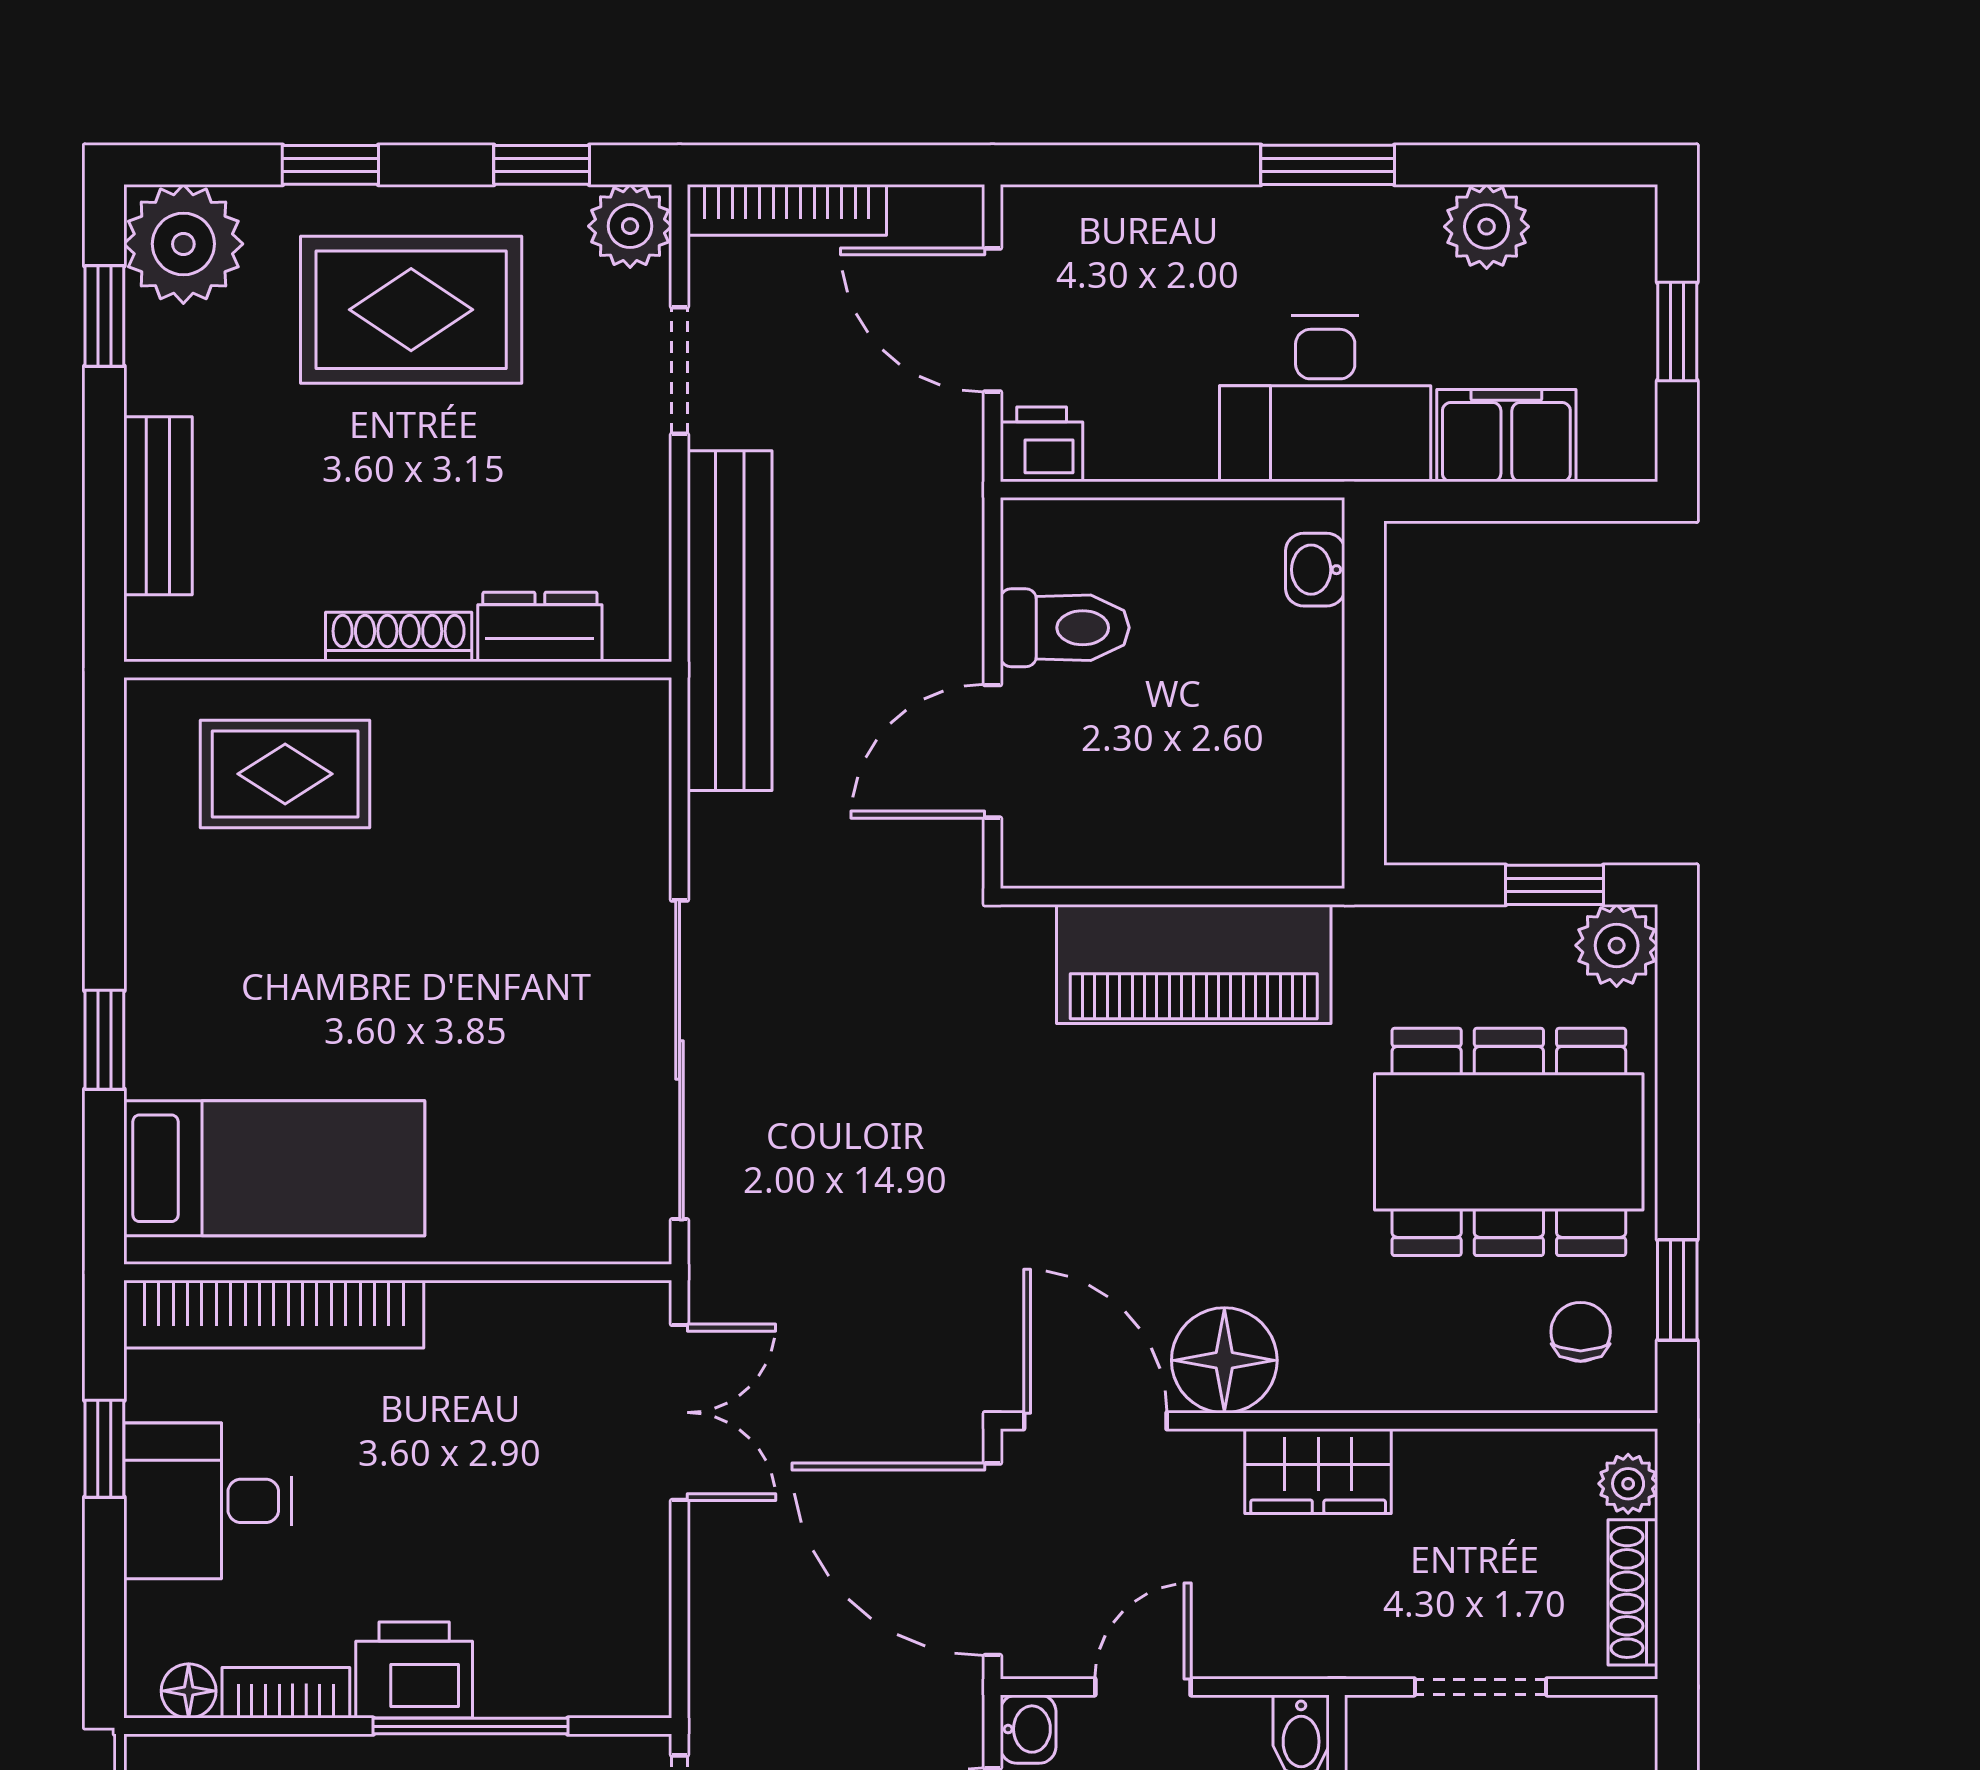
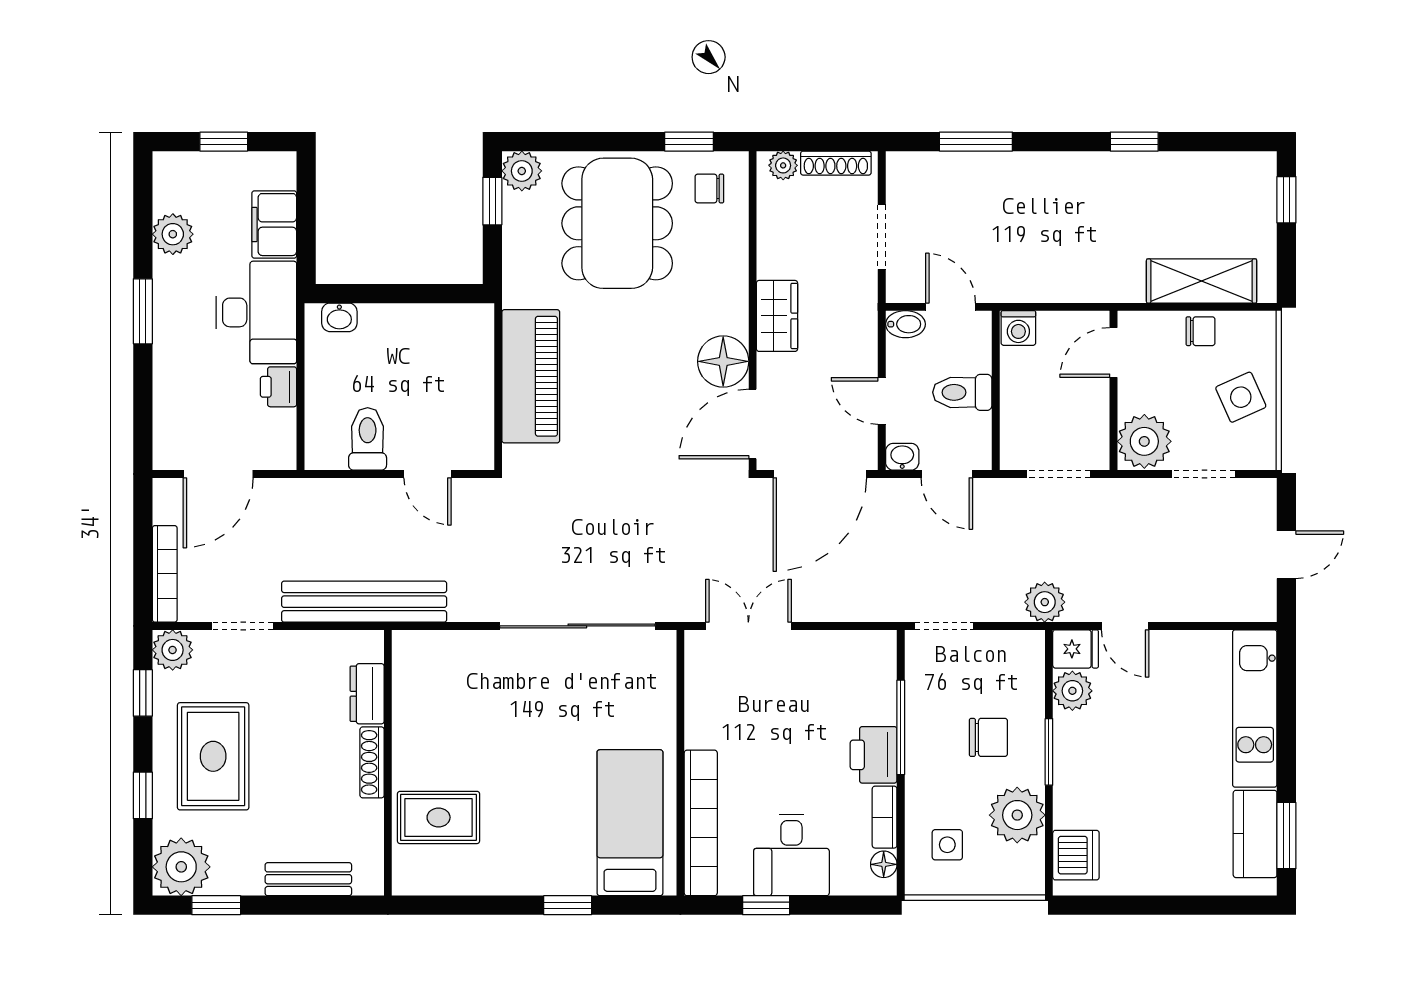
printer: (1042, 444) -> (279, 387), moved
door: (993, 751) -> (428, 474), width x0.73
rug: (285, 774) -> (439, 817), turned 90

